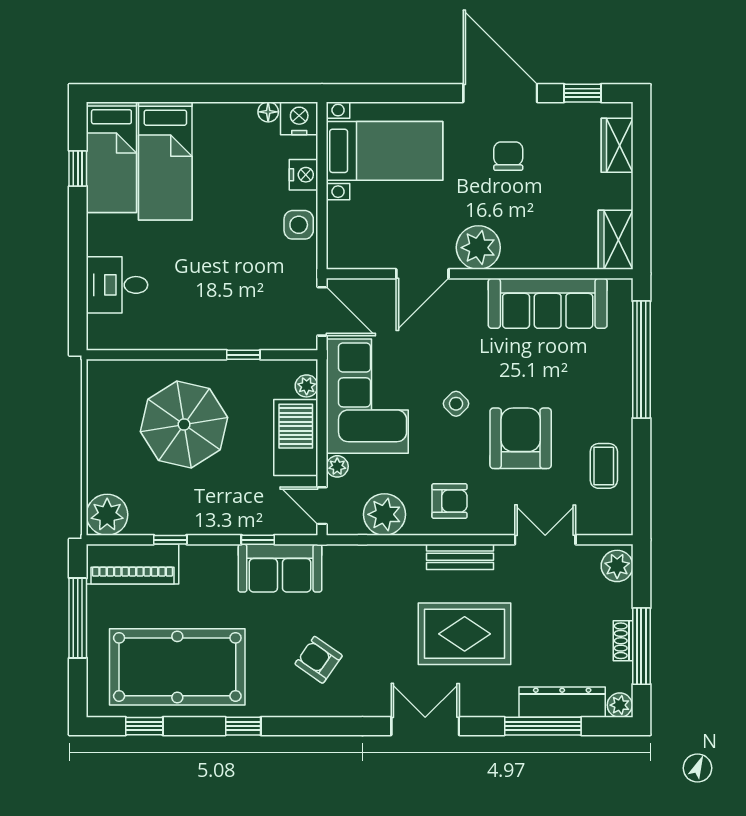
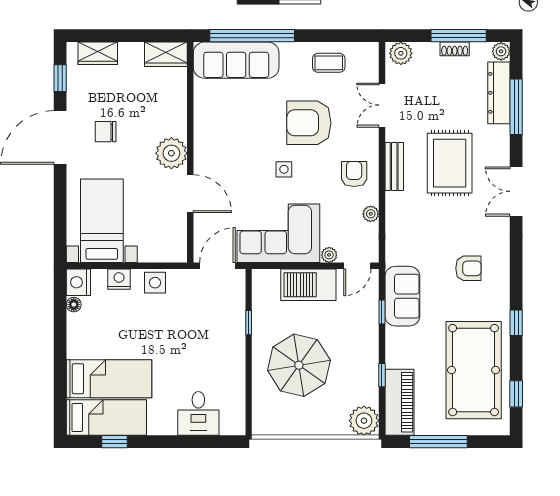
sofa: (548, 303) -> (236, 60), moved, turned 90
plant: (307, 386) -> (271, 277), removed
side table: (456, 404) -> (284, 169), turned 45
plant: (384, 514) -> (371, 214), width x0.53, depth x0.53
armchair: (319, 660) -> (468, 268), turned -125

